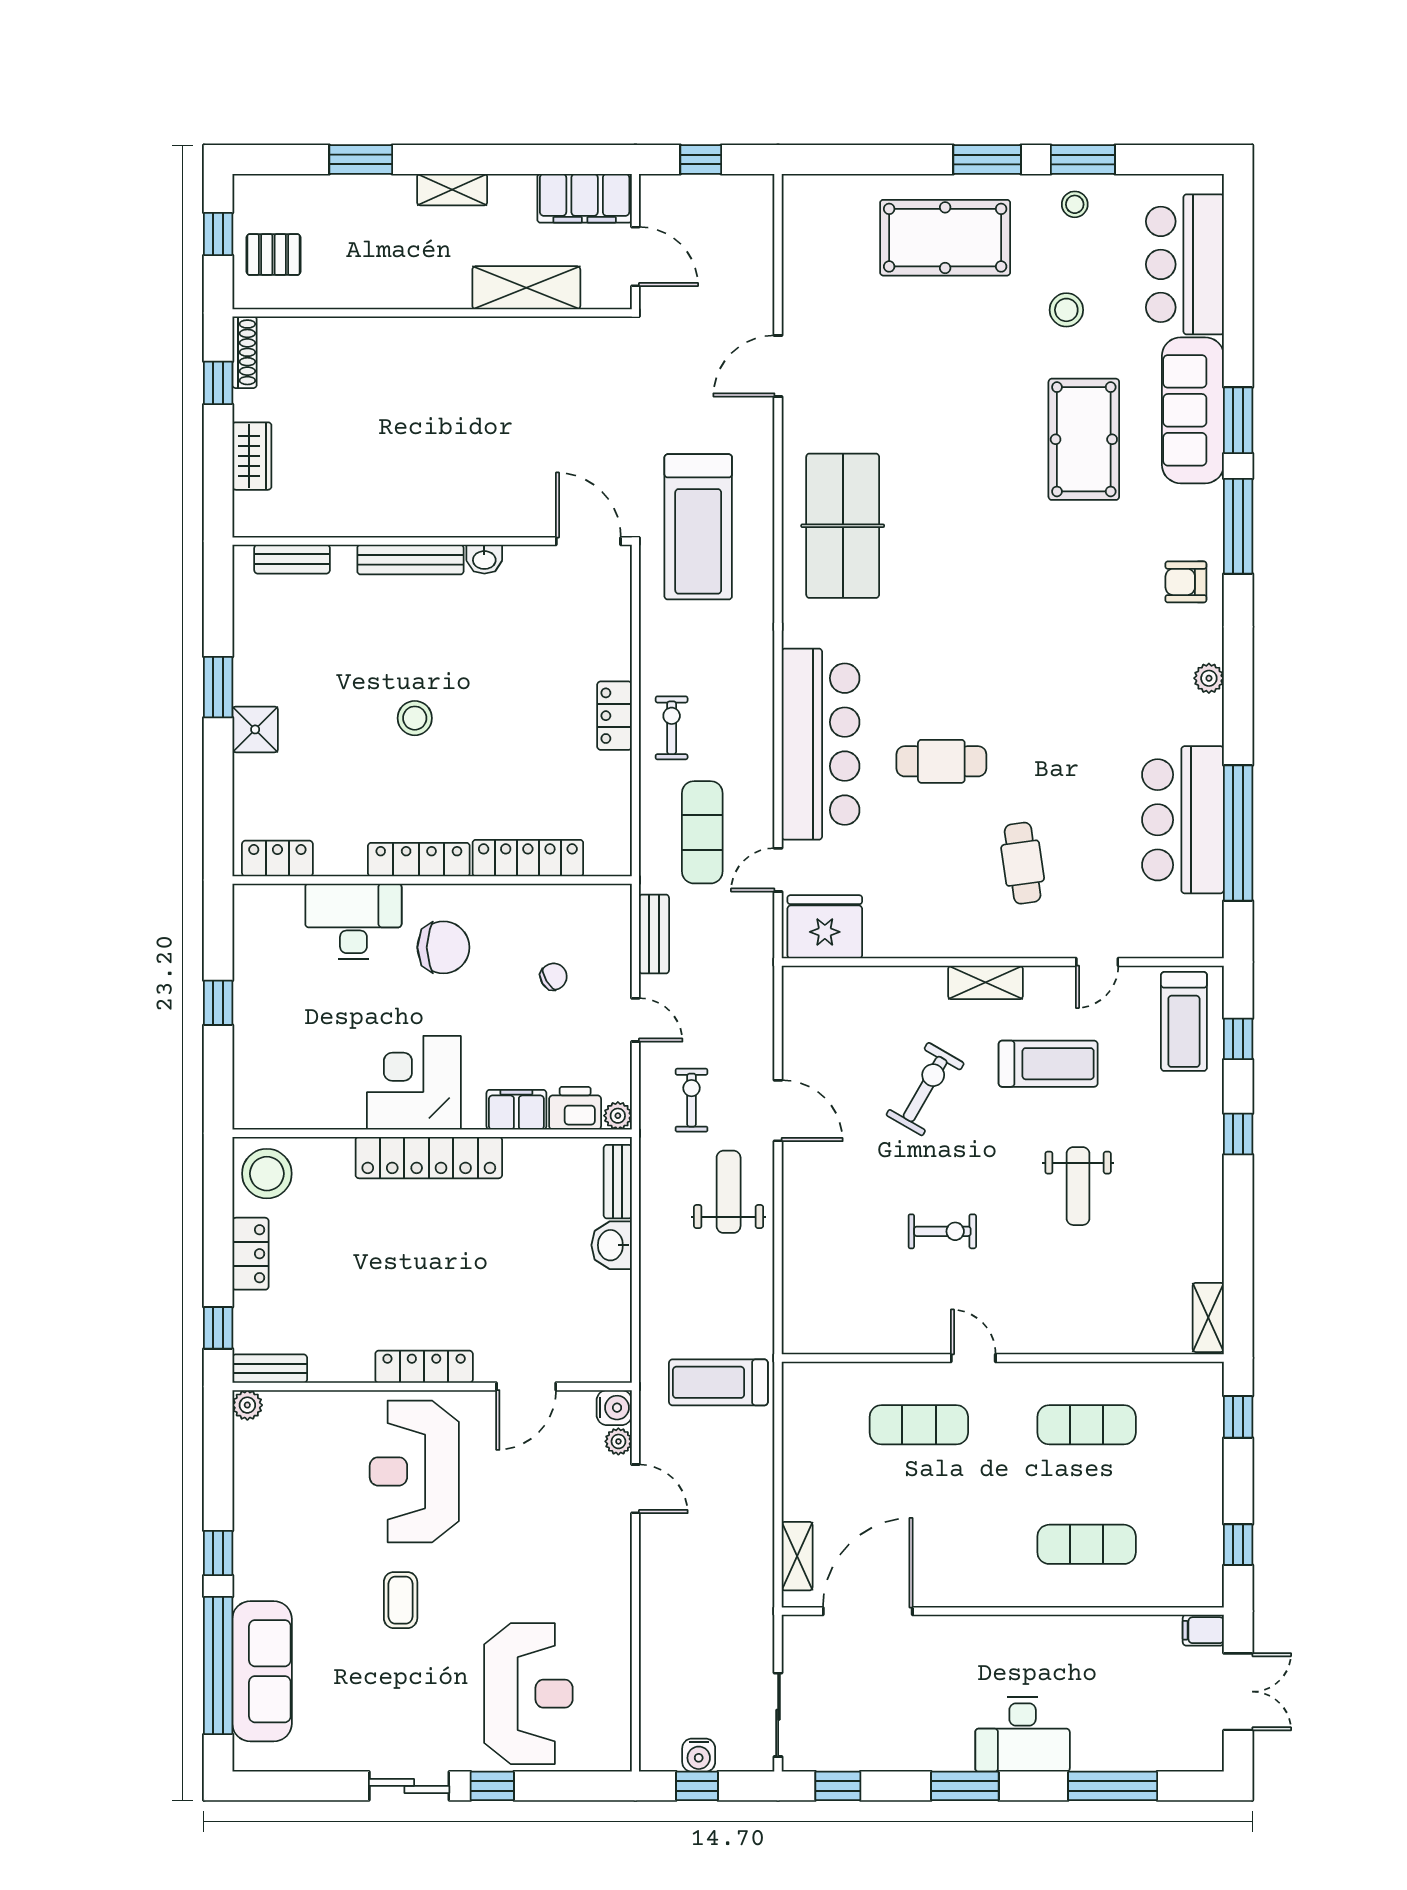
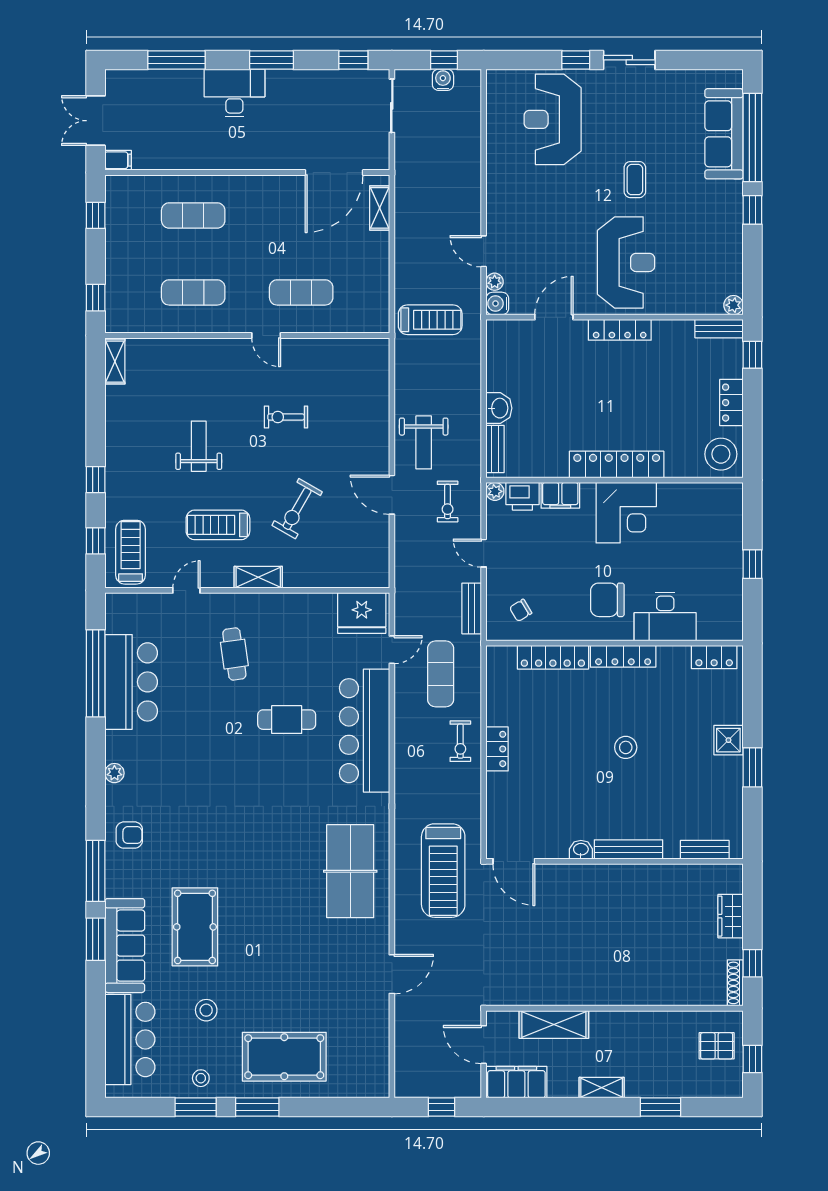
treadmill: (698, 527) -> (443, 871), turned 180
chair: (554, 977) -> (521, 610), moved

